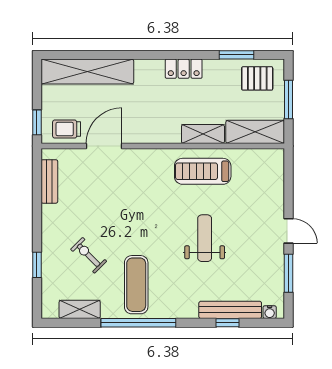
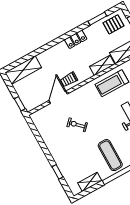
shelving: (87, 72) -> (23, 70), width x0.68
trolley: (67, 129) -> (69, 79), moved
bench: (49, 181) -> (41, 129), removed
exercise bike: (89, 255) -> (77, 125), moved

